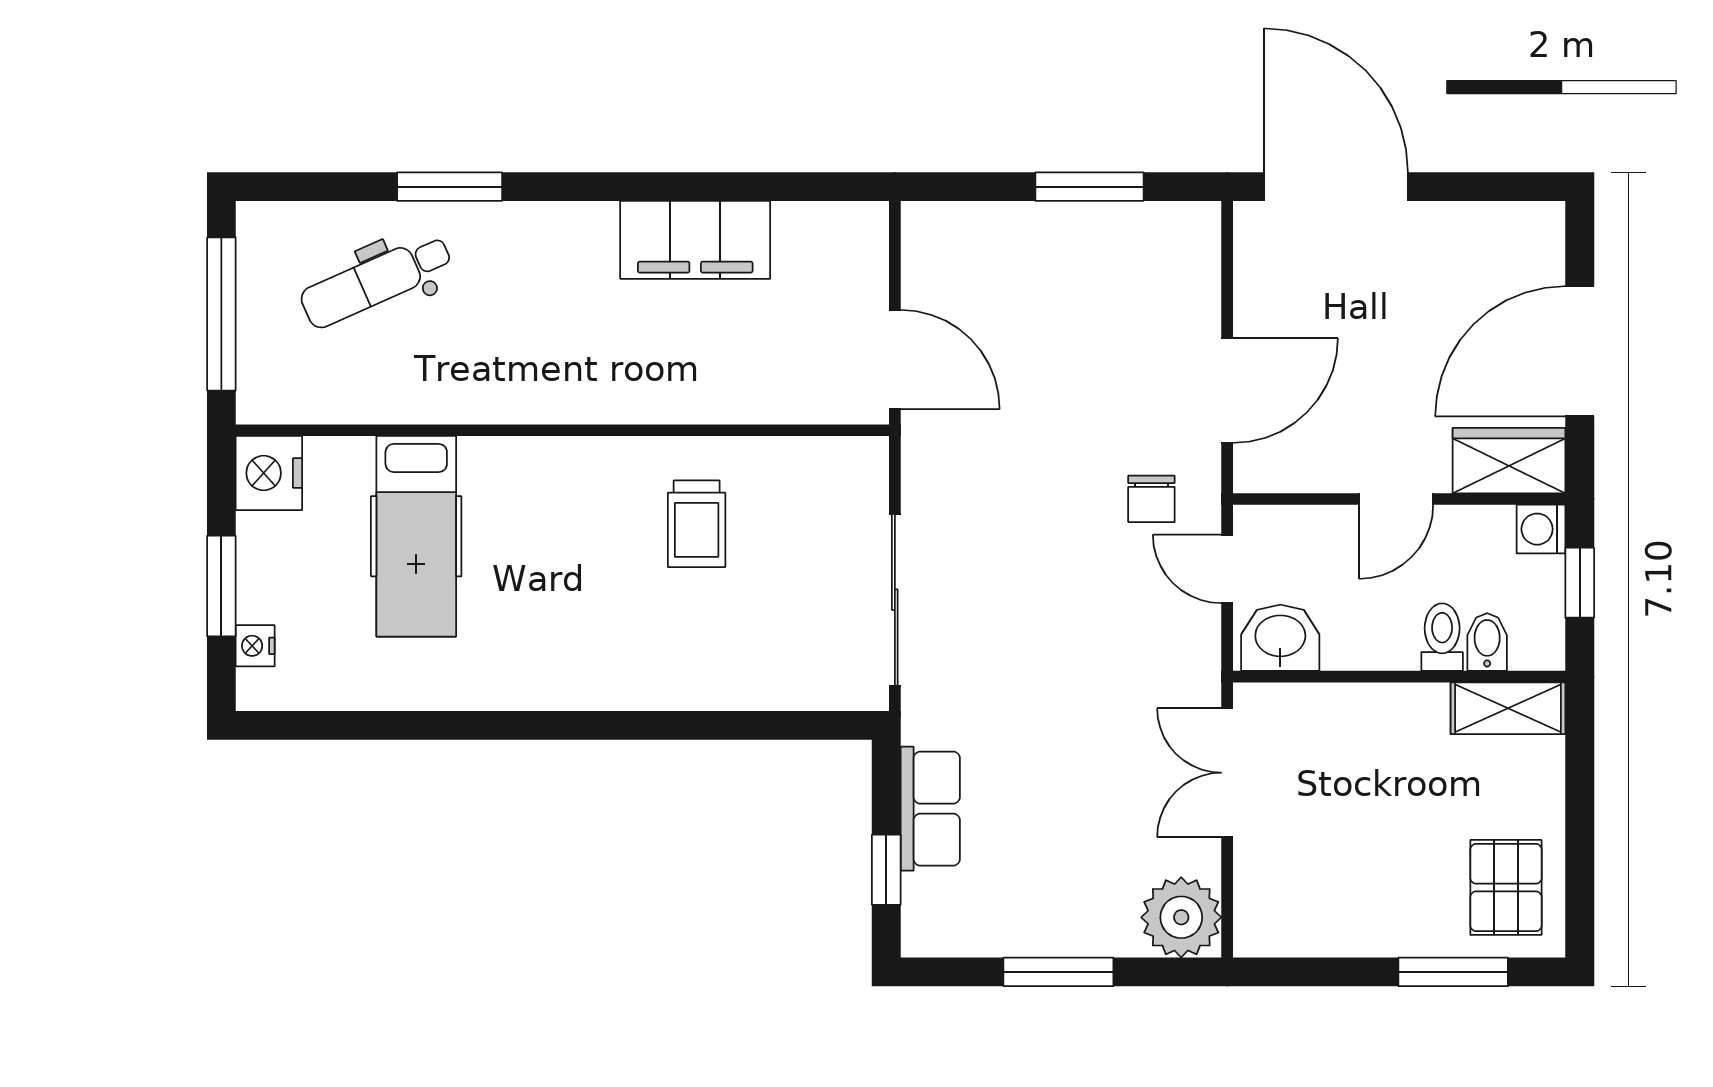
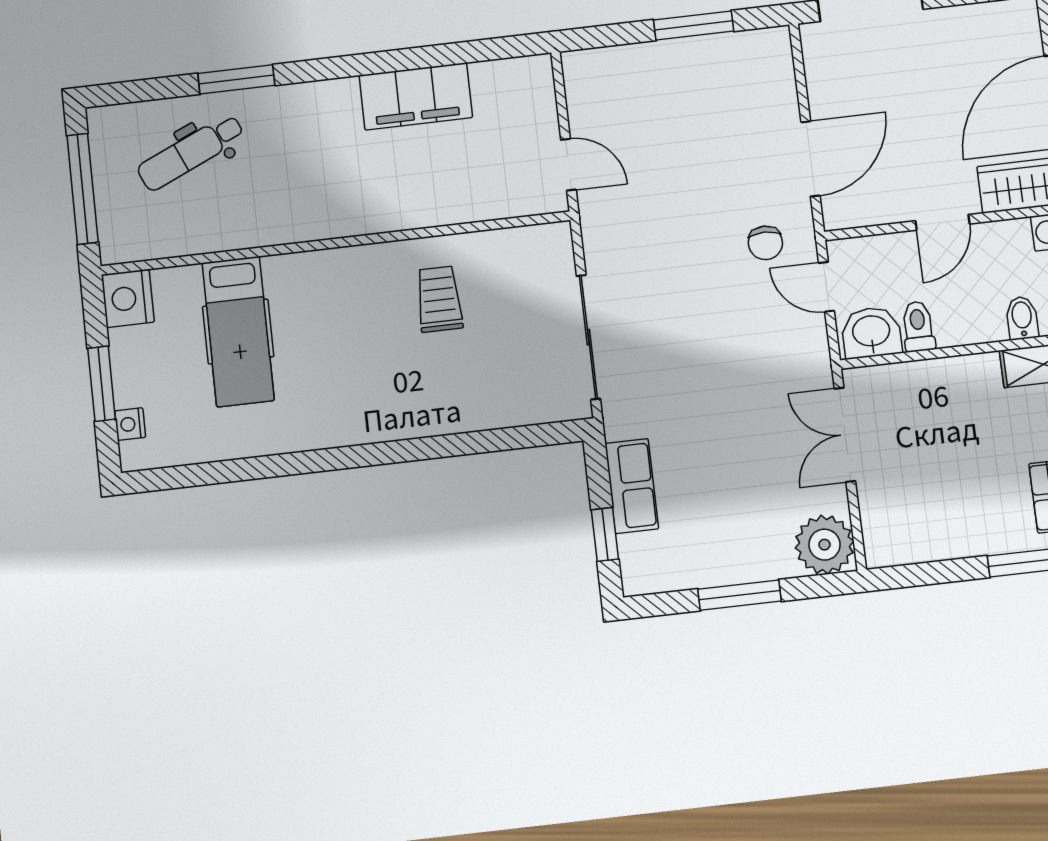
door: (895, 360) -> (568, 165), width x0.73
trolley: (697, 524) -> (439, 299), turned 180
toilet: (1442, 637) -> (918, 326), moved

